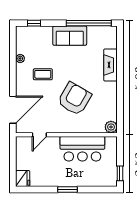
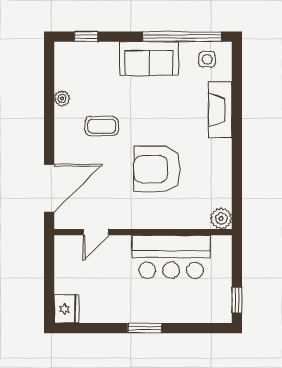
side table: (103, 36) -> (207, 59), added
armchair: (74, 99) -> (157, 169), turned -120

